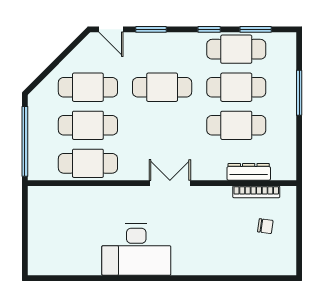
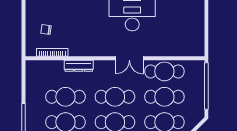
cafe table: (162, 125) -> (115, 97), added
dresser: (249, 172) -> (79, 66), moved
double door: (170, 183) -> (129, 58), moved

